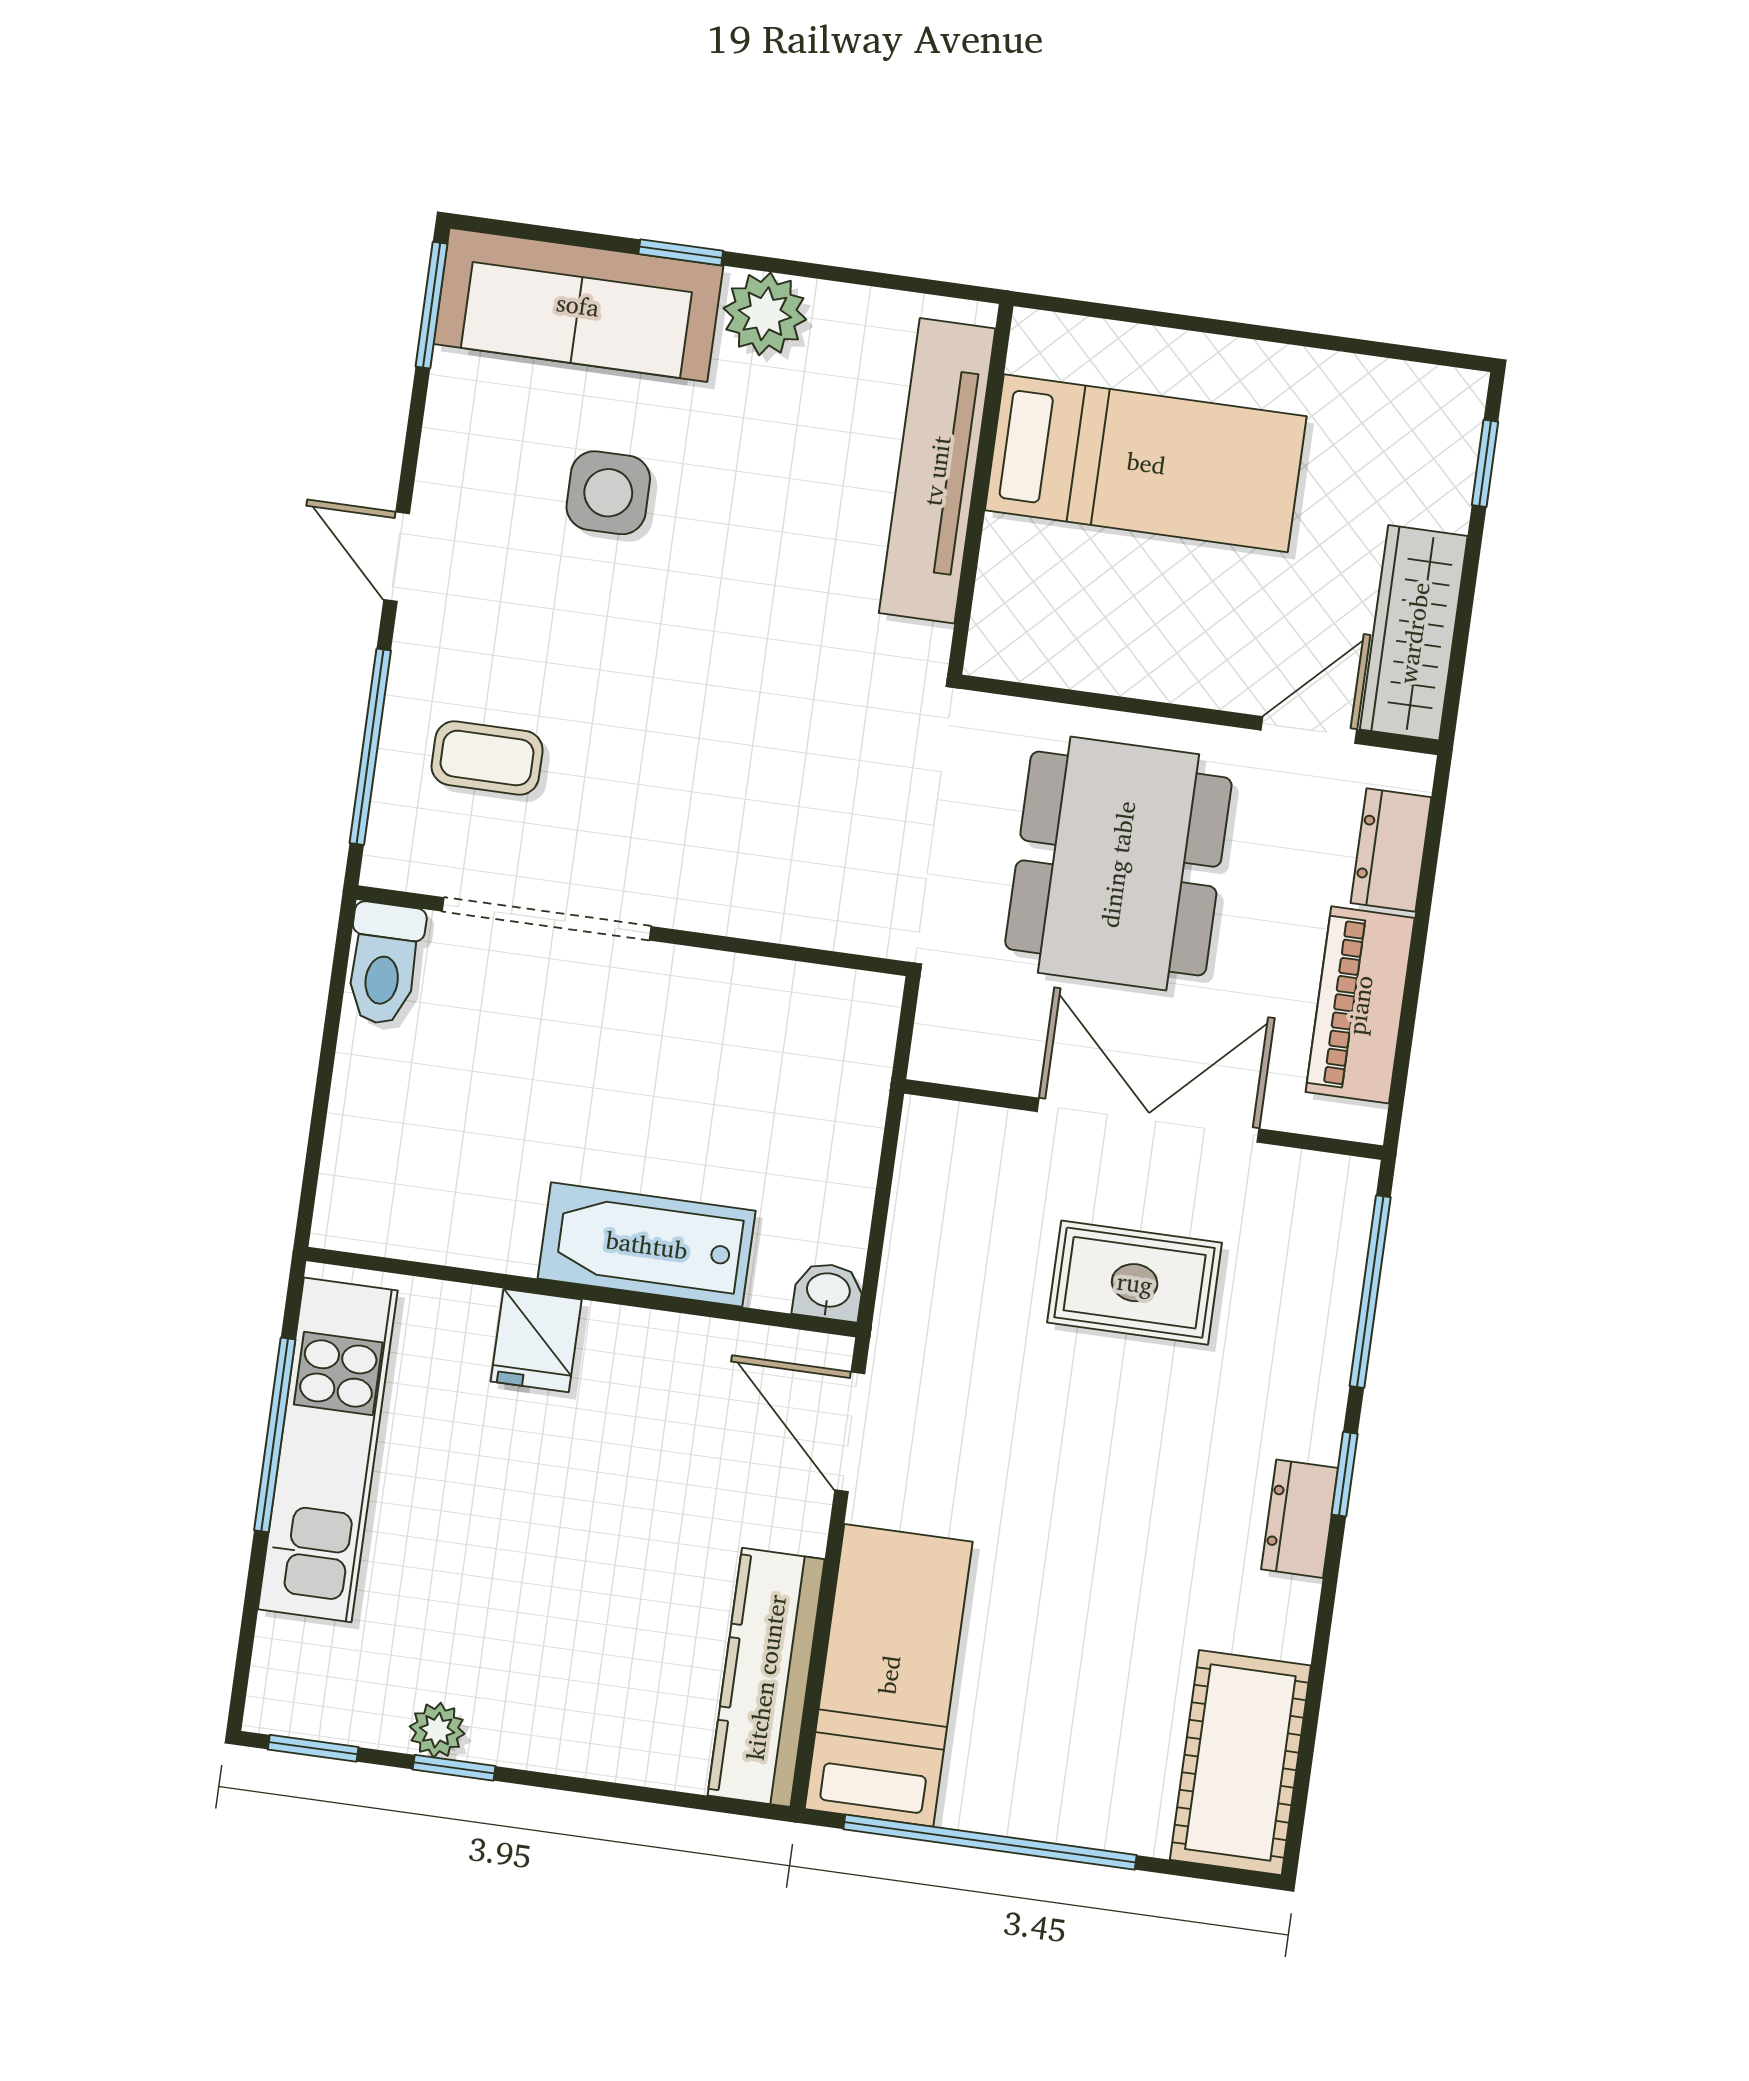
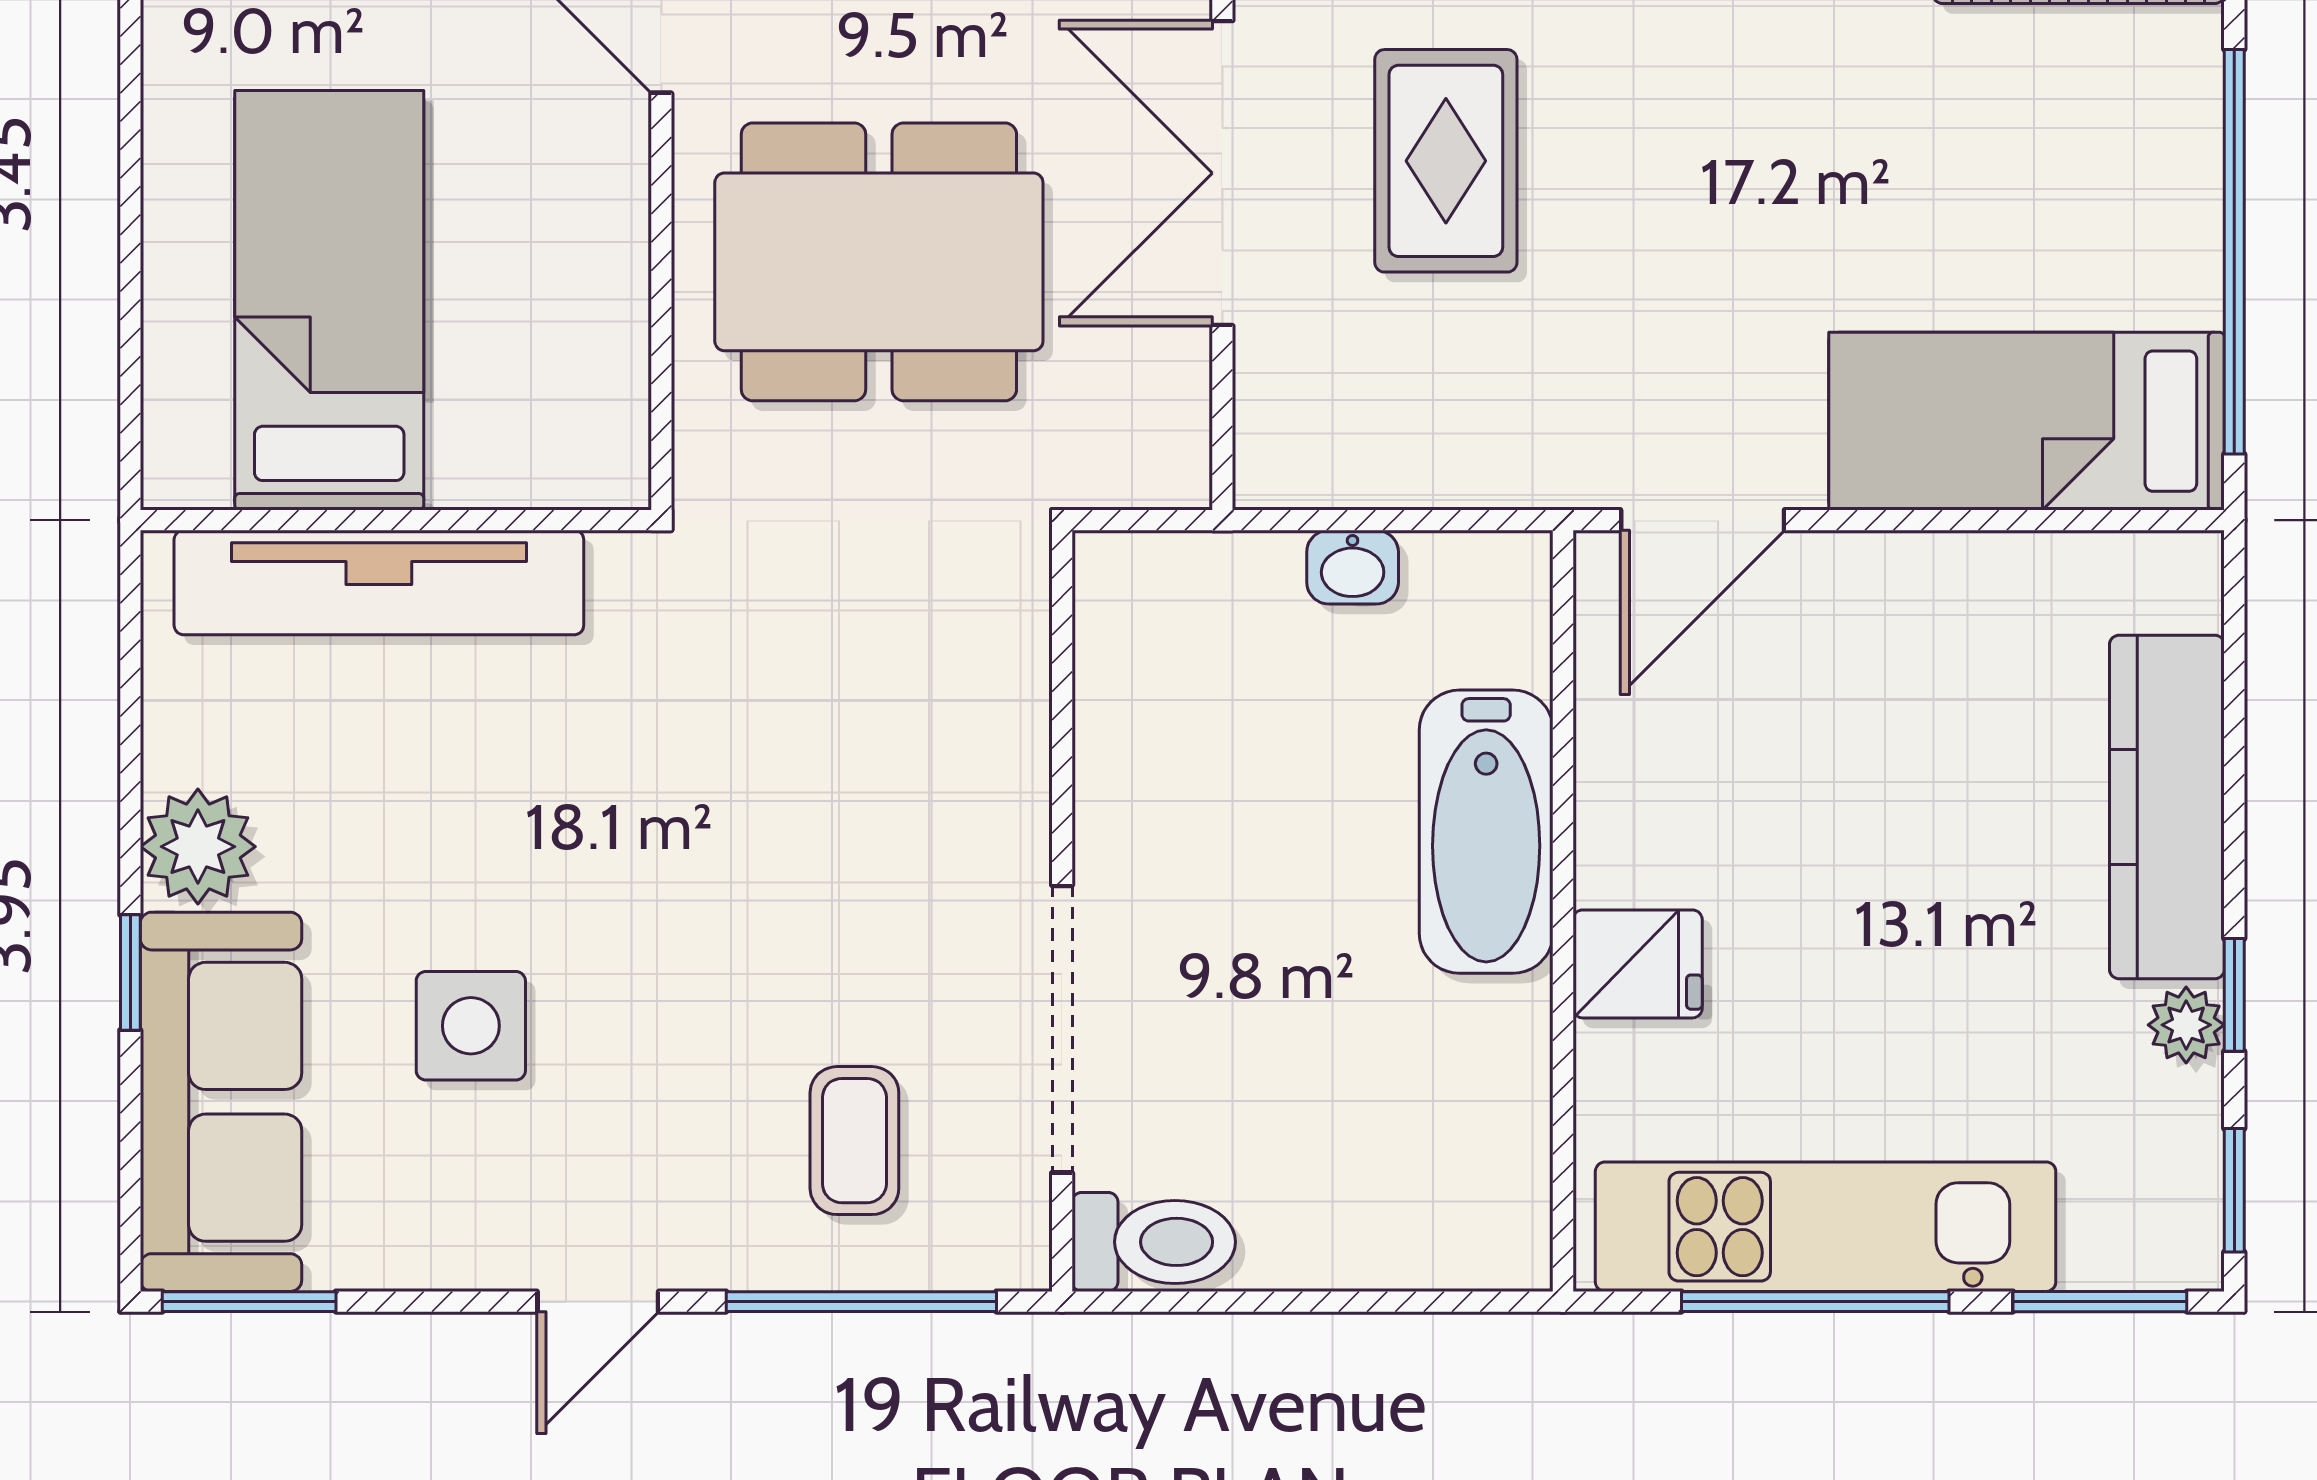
washbasin: (828, 1292) -> (1353, 567), moved, turned -90
window: (246, 1640) -> (2100, 1302), added
kitchen counter: (766, 1677) -> (2167, 807), moved, turned 90

